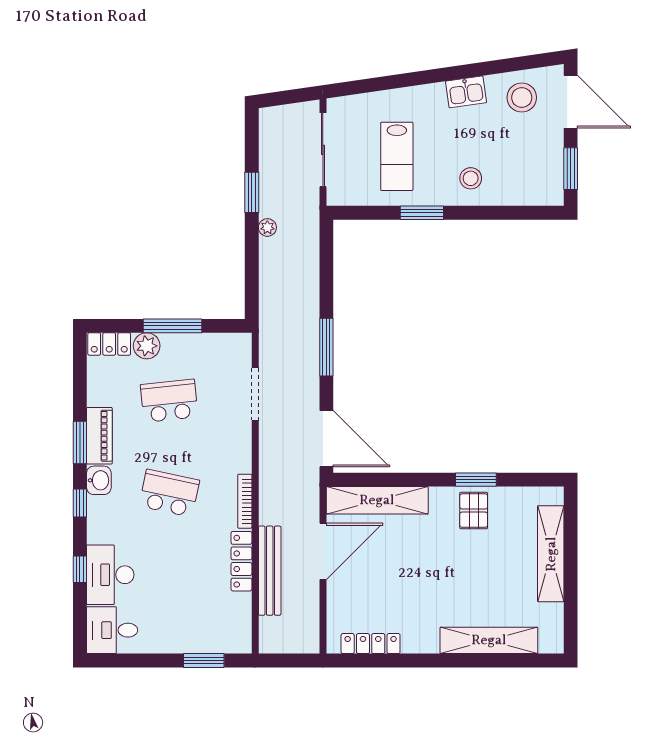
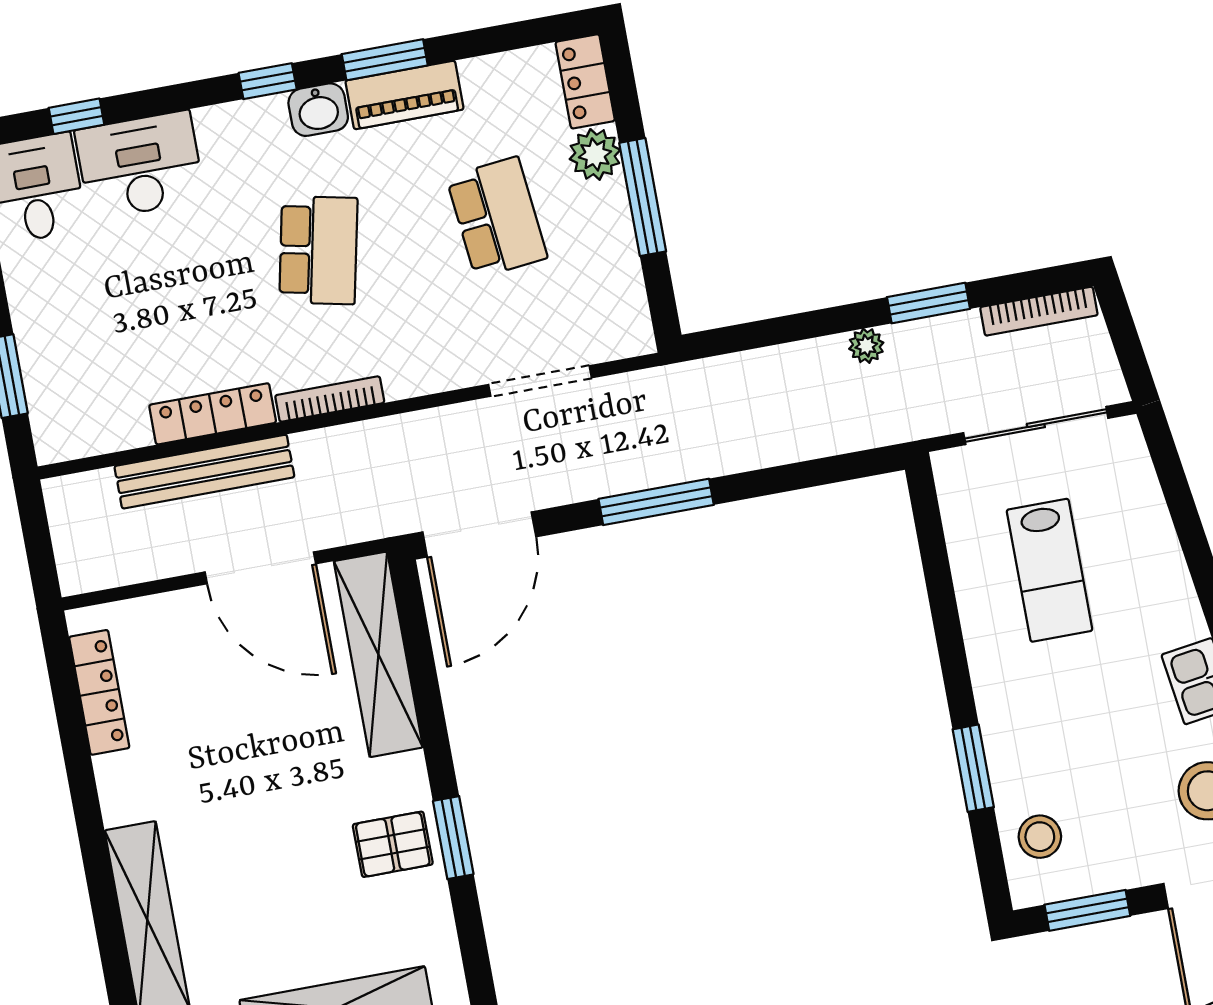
bookcase: (266, 138) -> (1039, 311), added
lab bench: (397, 156) -> (1050, 570), turned -90
stool: (471, 178) -> (1040, 837), moved
window: (422, 213) -> (973, 768), moved
window: (80, 569) -> (76, 116), moved

